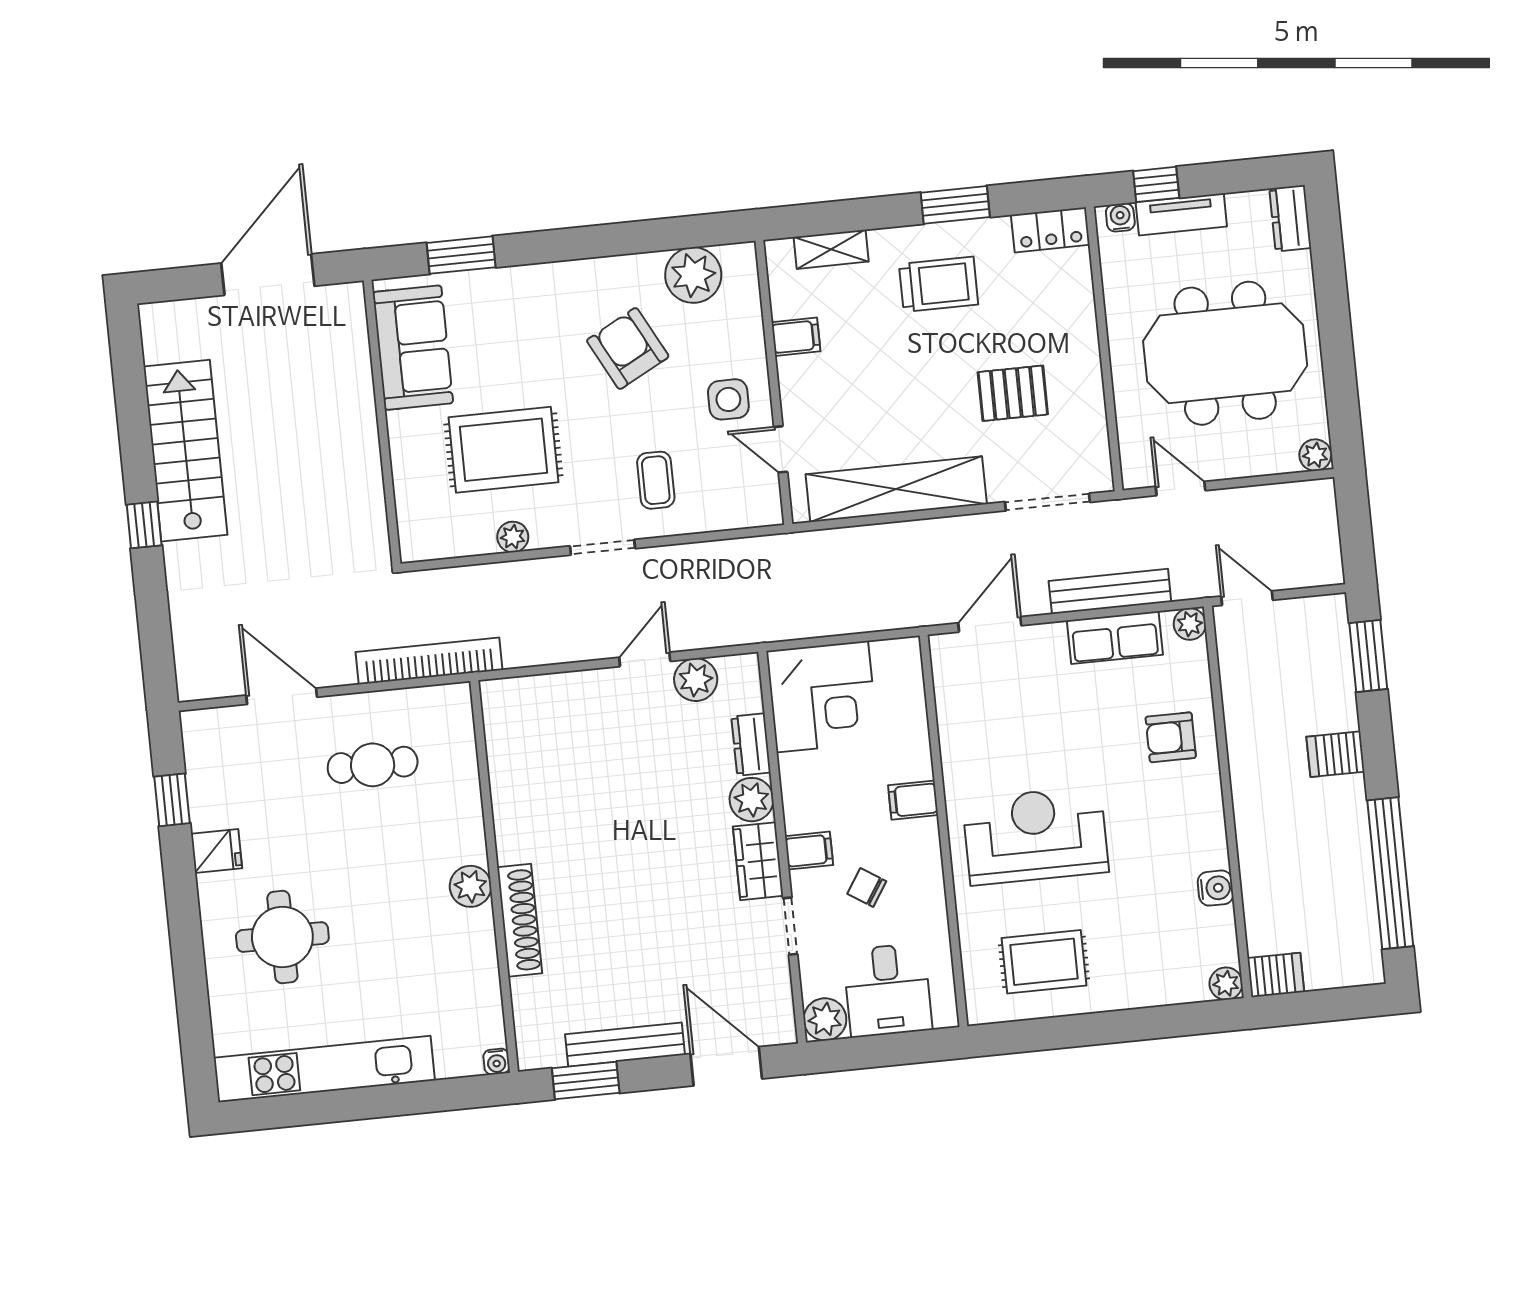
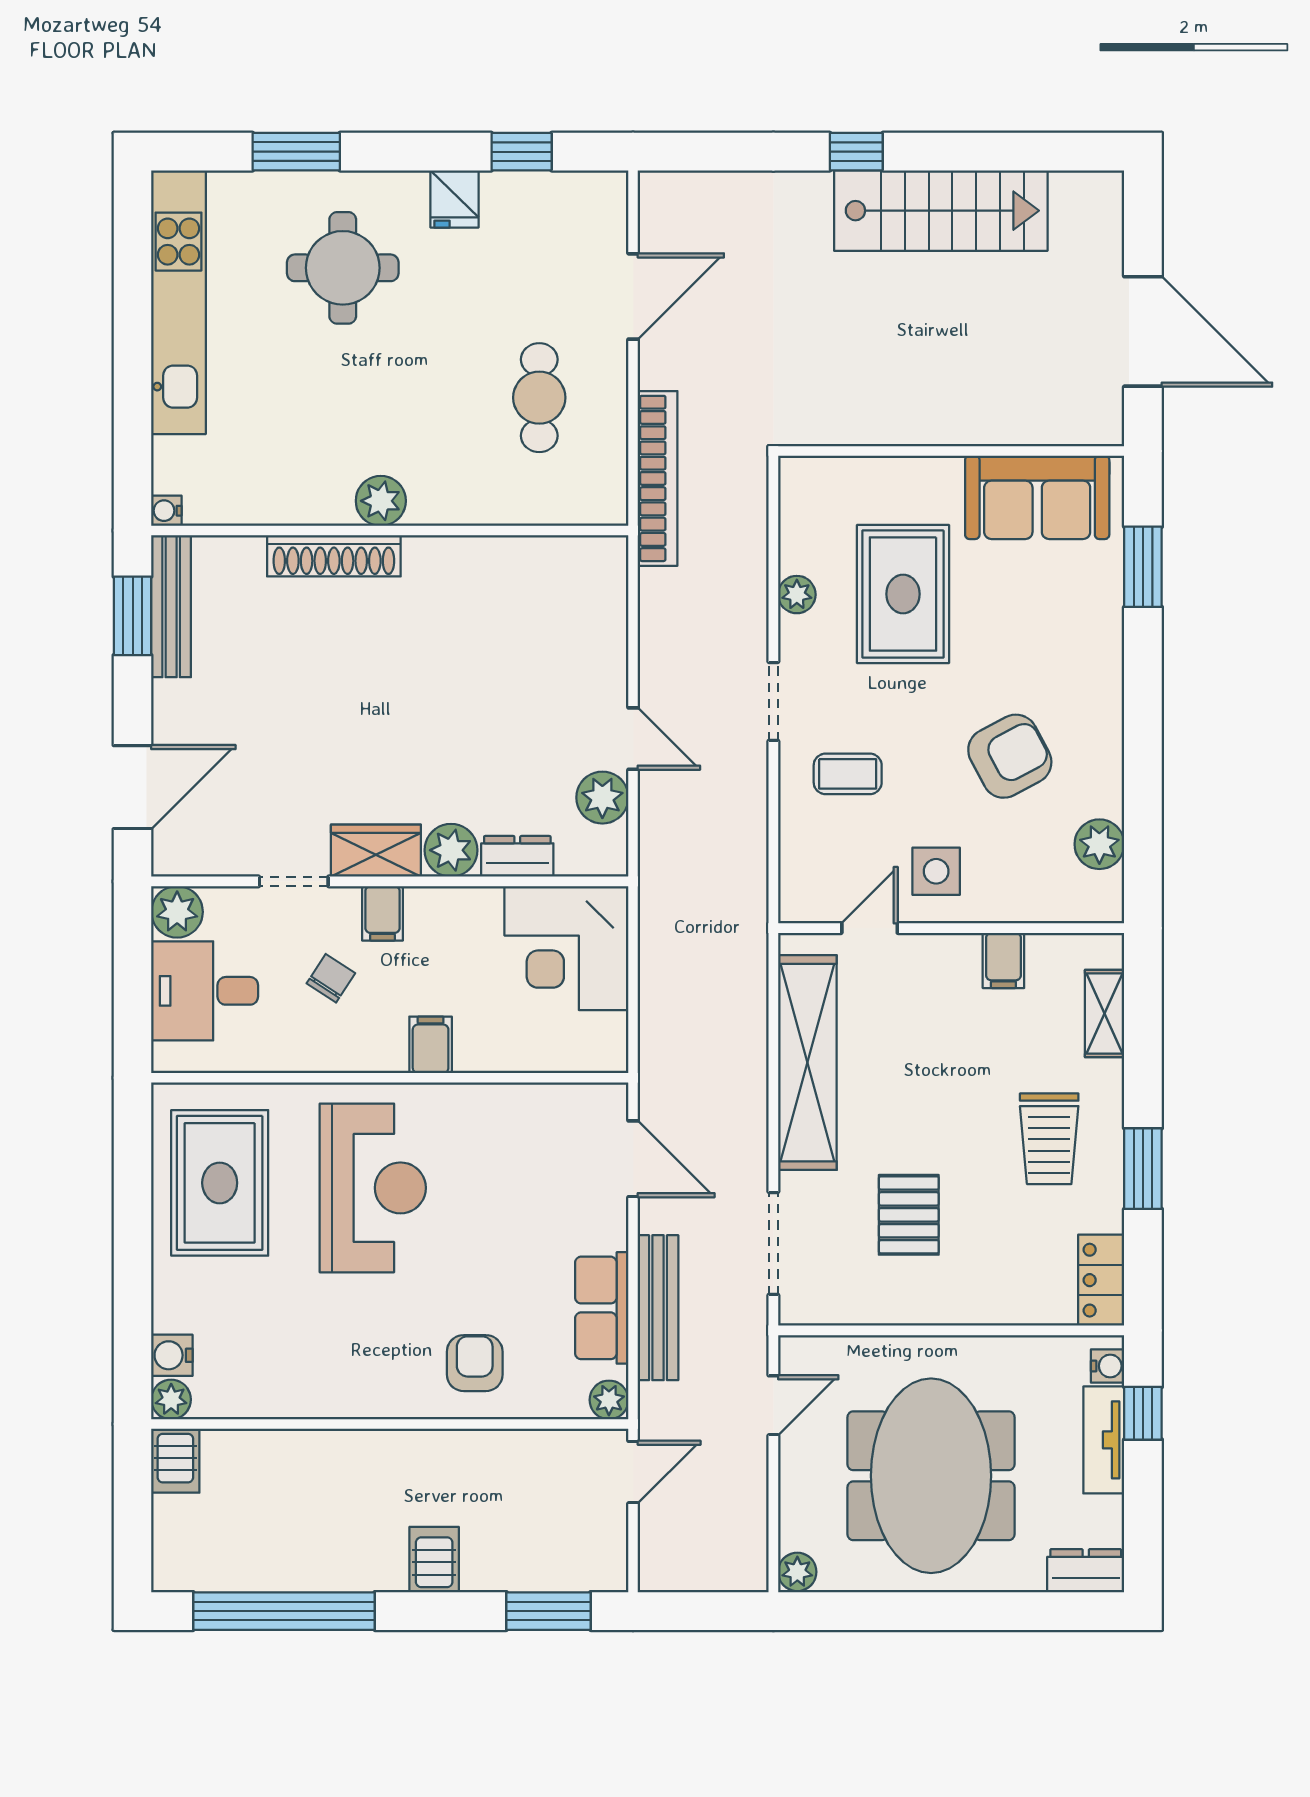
plant: (693, 275) -> (1099, 844), width x0.73, depth x0.73
water cooler: (1215, 888) -> (172, 1355), moved, turned 90
rug: (1044, 962) -> (220, 1183), width x1.36, depth x1.43
window: (191, 985) -> (296, 152), added
bench: (625, 1045) -> (171, 606), moved

